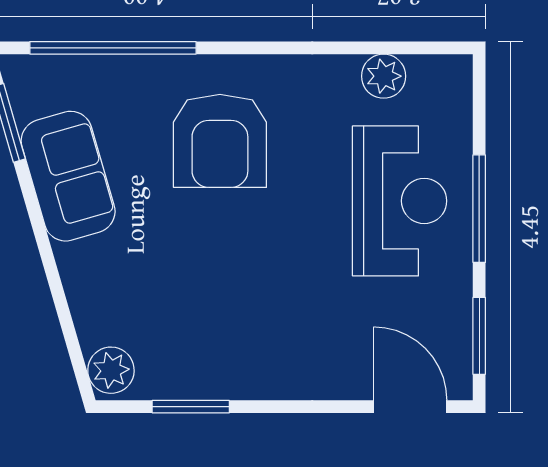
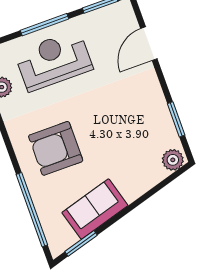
armchair: (220, 141) -> (56, 148), turned 180
door: (410, 407) -> (149, 44), moved

